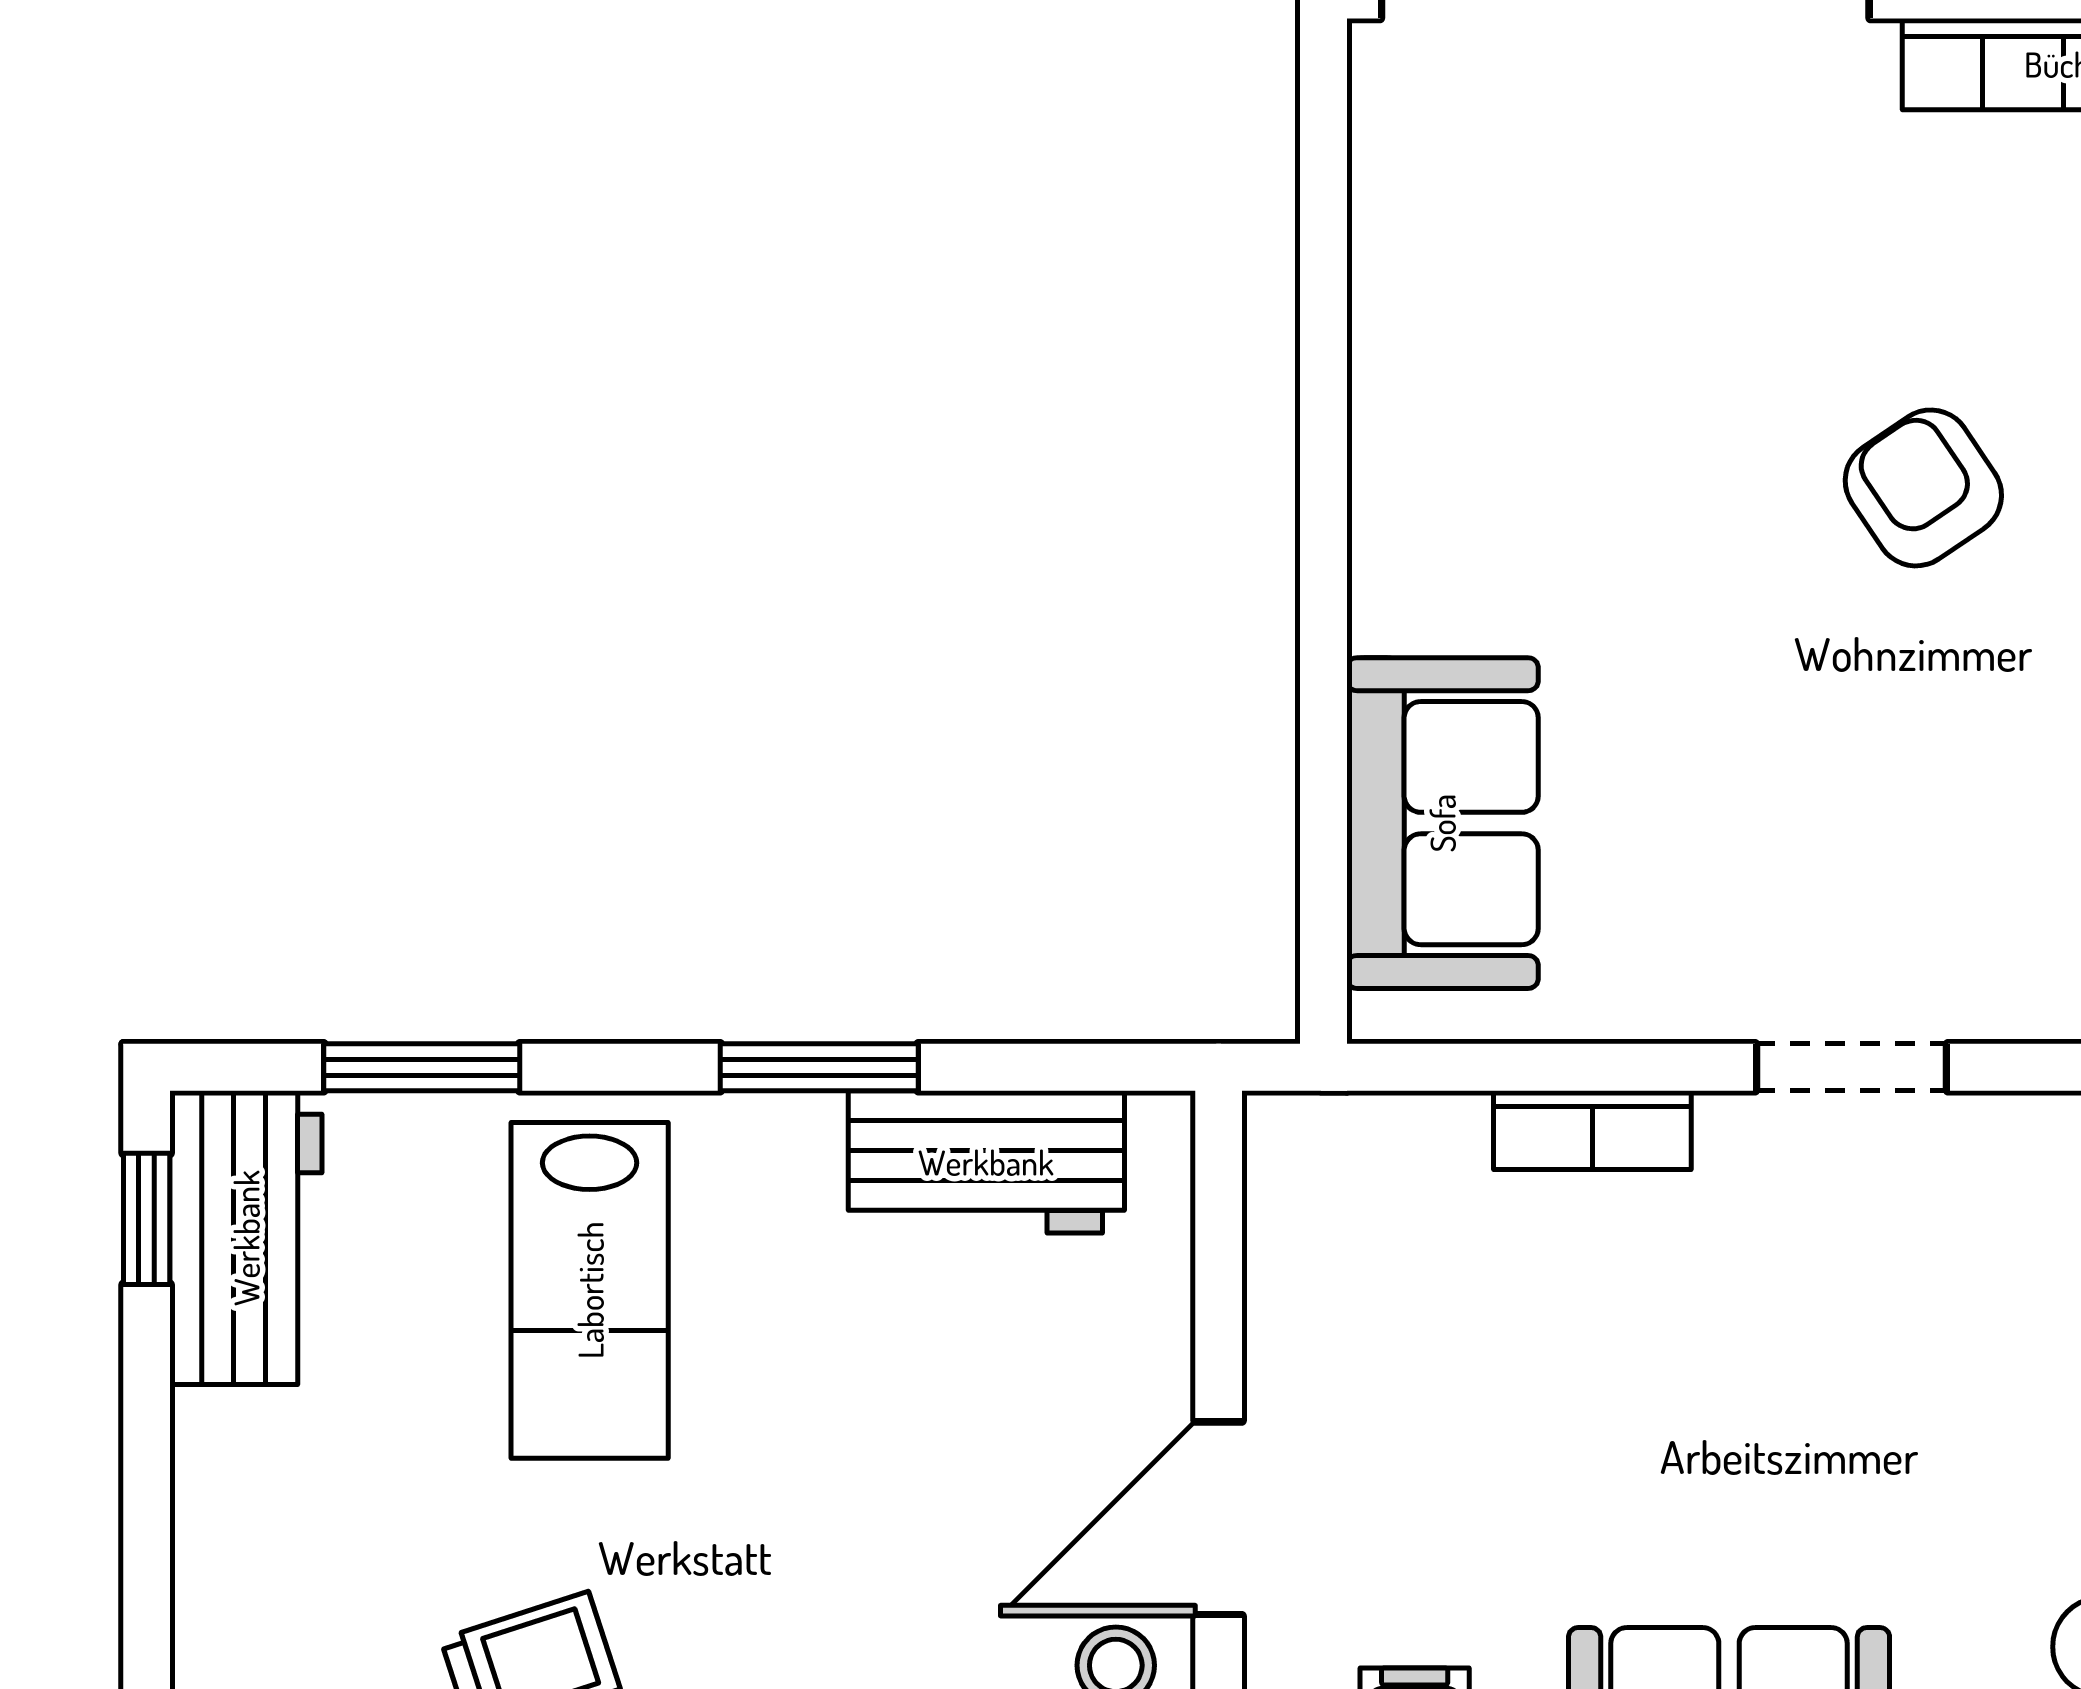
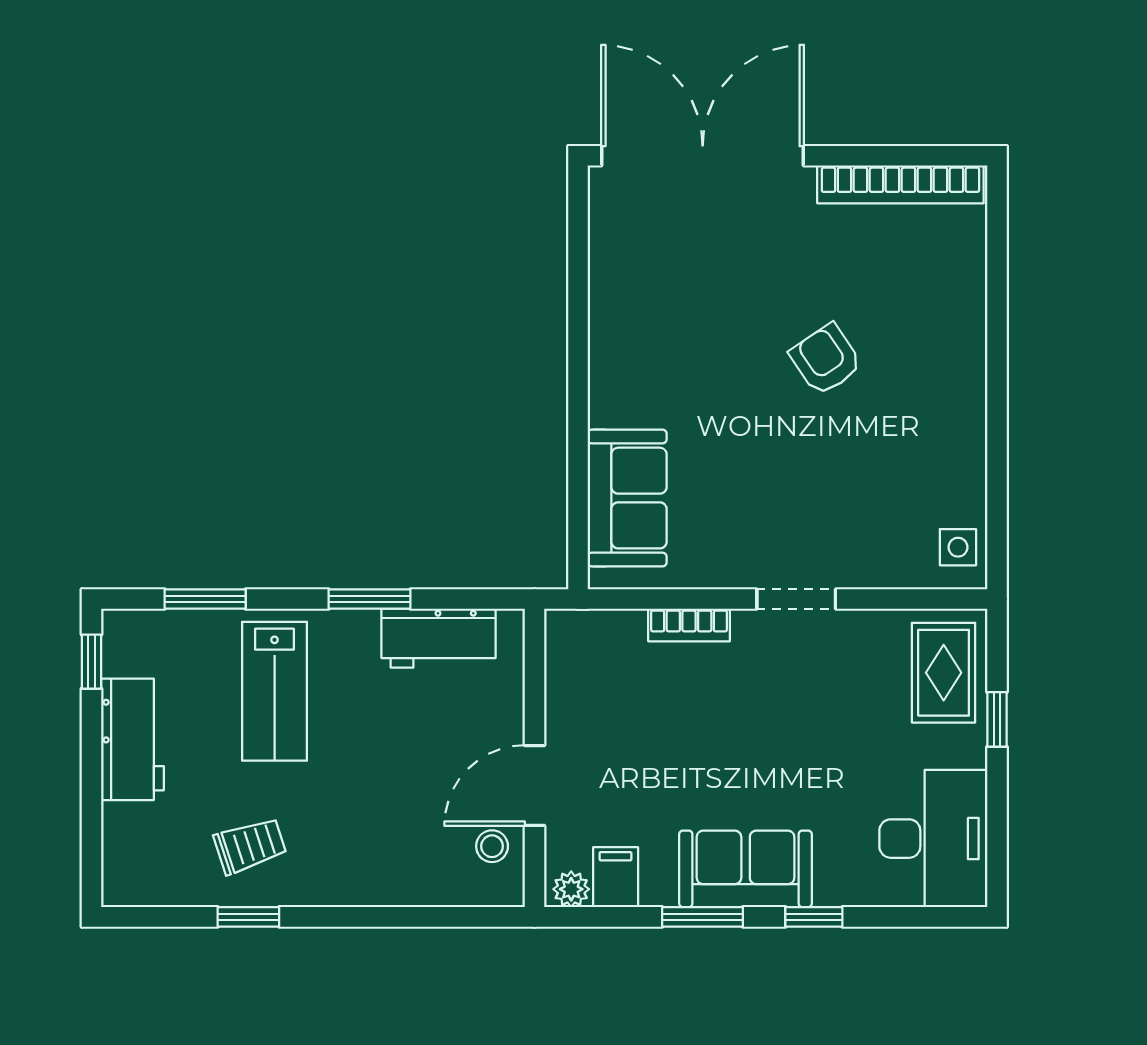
workbench: (246, 1238) -> (132, 739), moved

